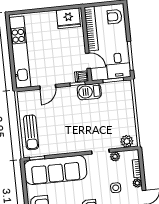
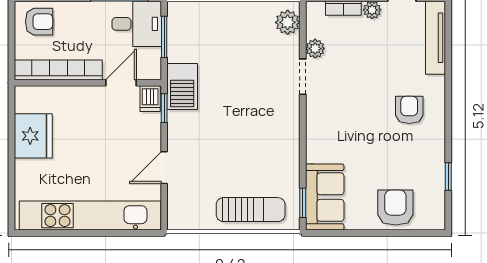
armchair: (114, 17) -> (39, 22), turned -90
fridge: (68, 18) -> (33, 136), moved
door: (48, 87) -> (164, 168), swing flipped
sofa: (55, 170) -> (325, 197), width x0.54, depth x0.79
side table: (116, 188) -> (377, 54), removed

